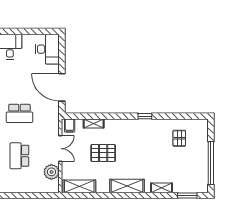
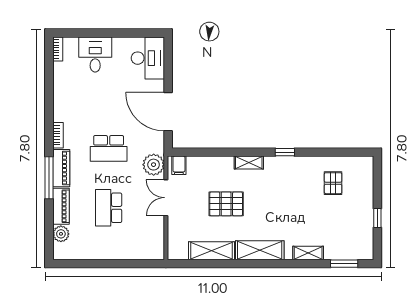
shelving: (94, 124) -> (249, 163), moved
double door: (60, 149) -> (166, 198), swing flipped
window: (211, 163) -> (377, 218), width x0.32
plant: (51, 172) -> (154, 165), moved
shelving: (79, 186) -> (211, 251), moved

